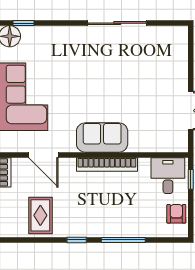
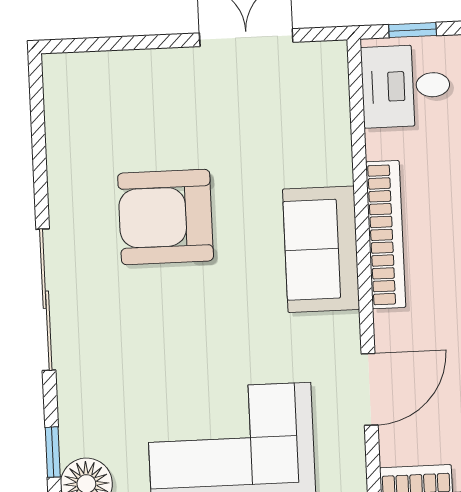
sliding door: (117, 23) -> (46, 300), moved
armchair: (118, 74) -> (166, 217), added

